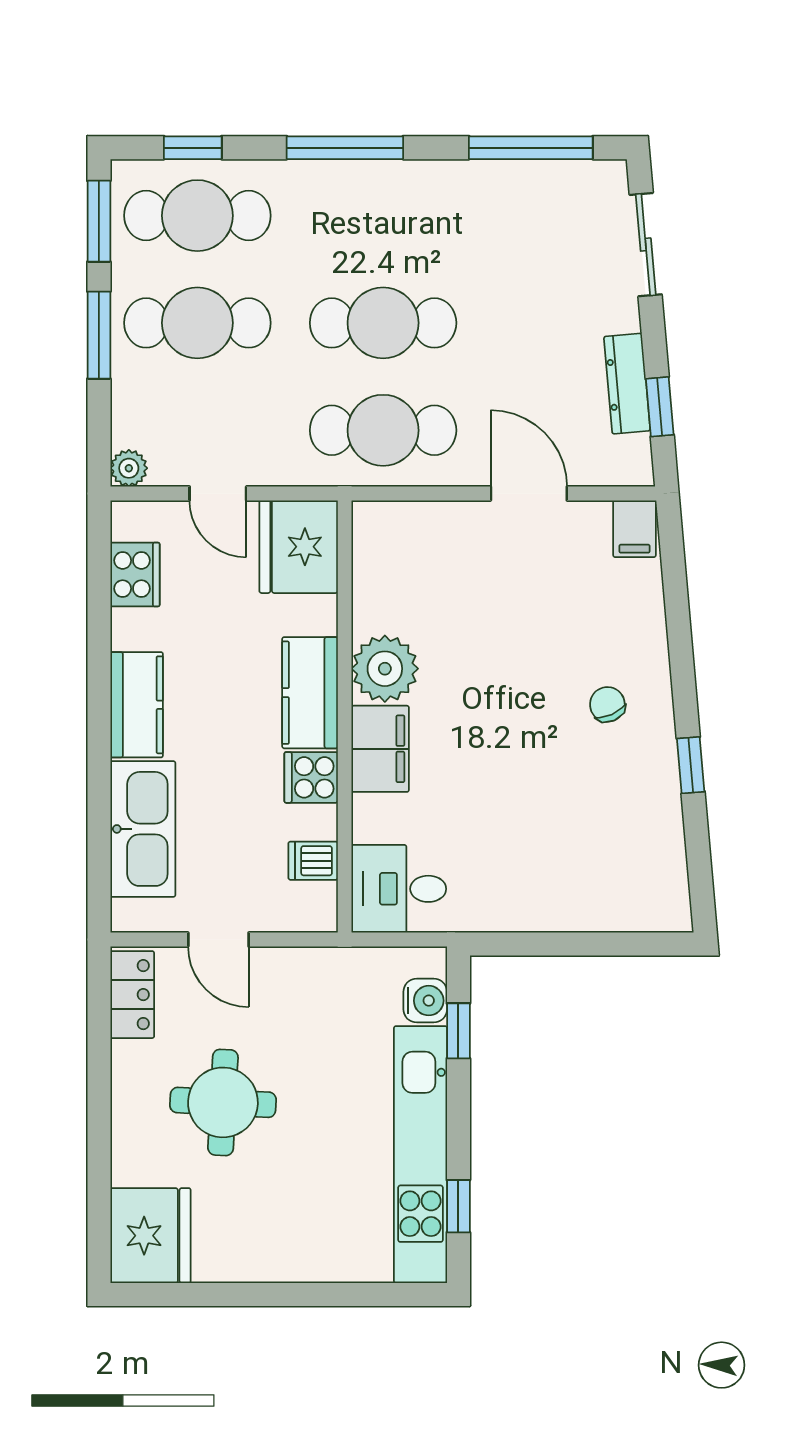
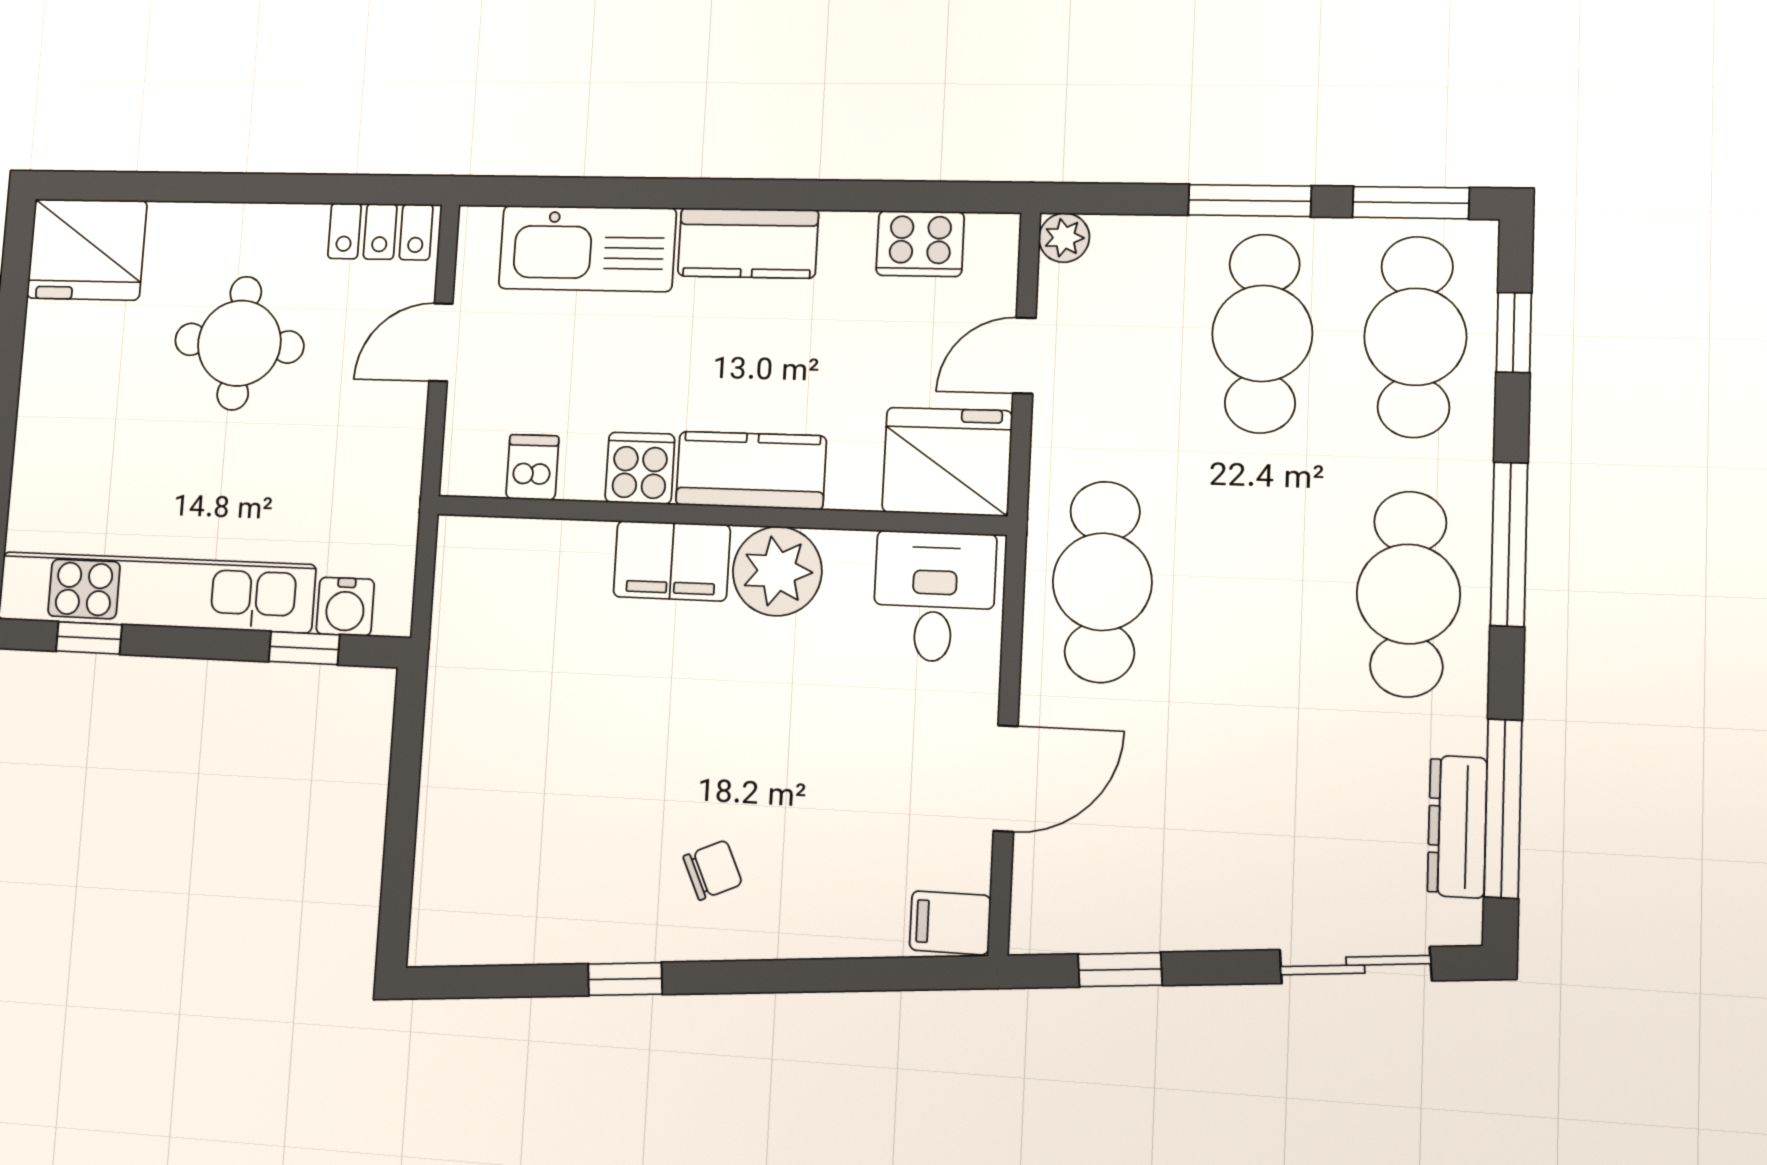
cafe table: (383, 323) -> (1408, 594), moved
dresser: (627, 384) -> (1457, 826), moved, turned -85
desk: (399, 889) -> (934, 597), moved

